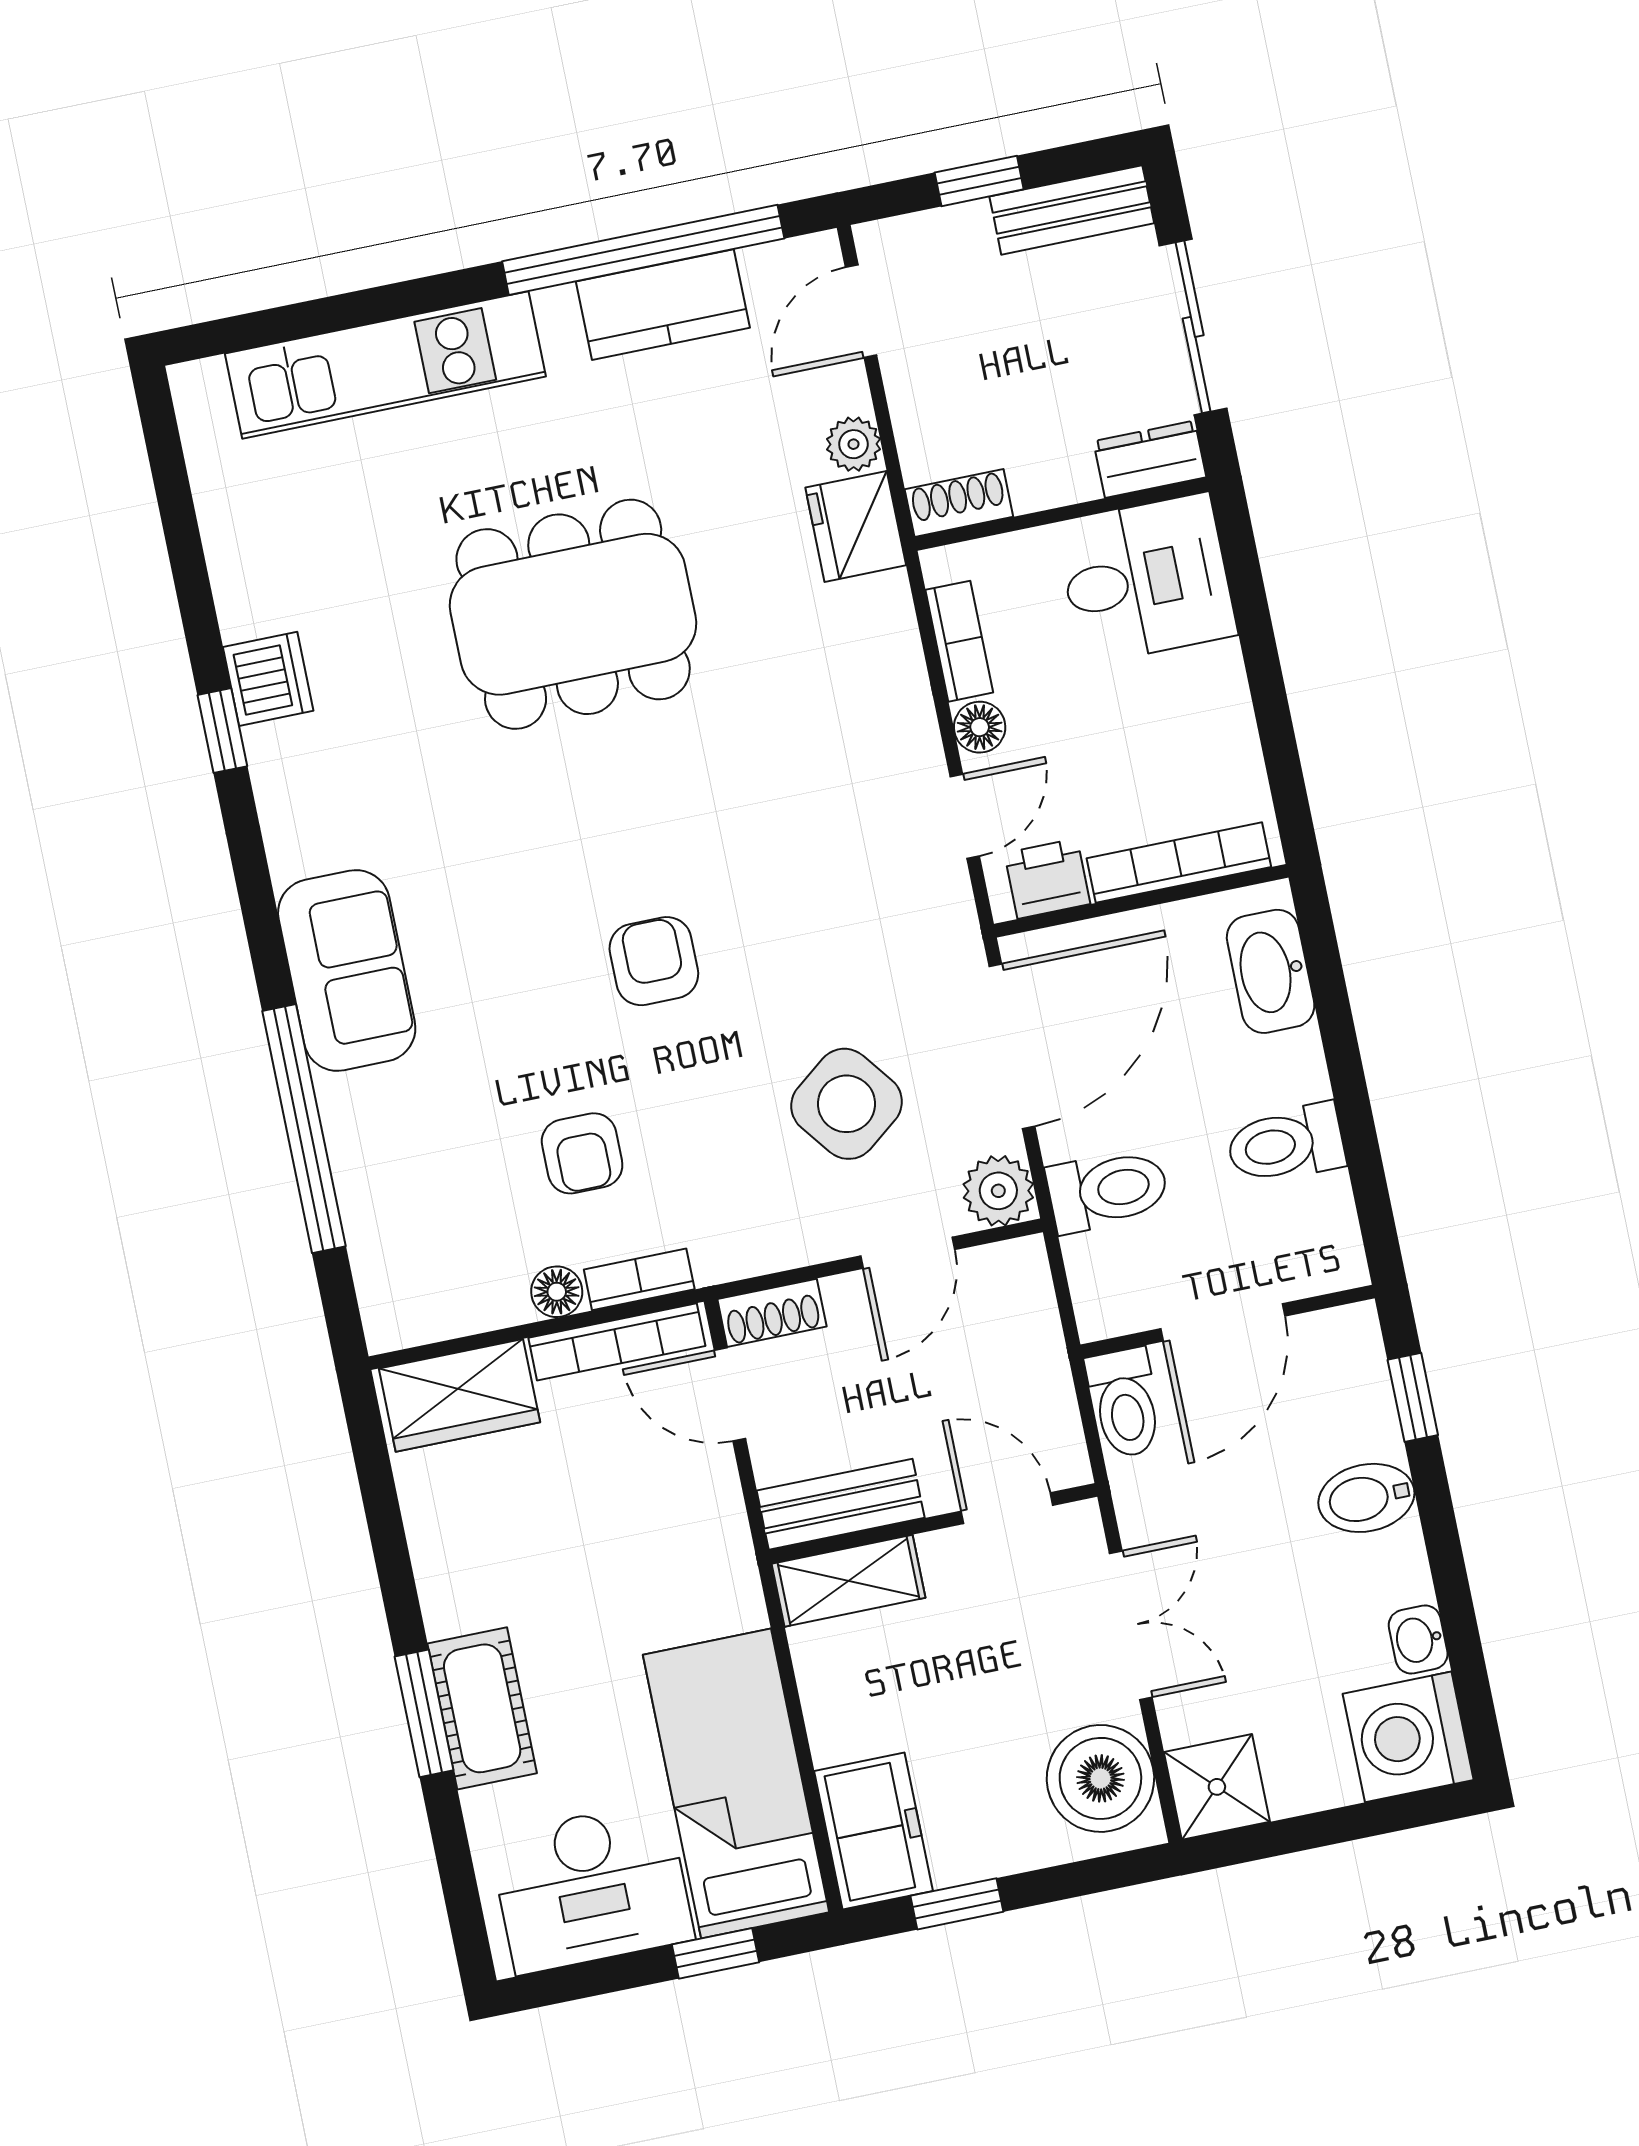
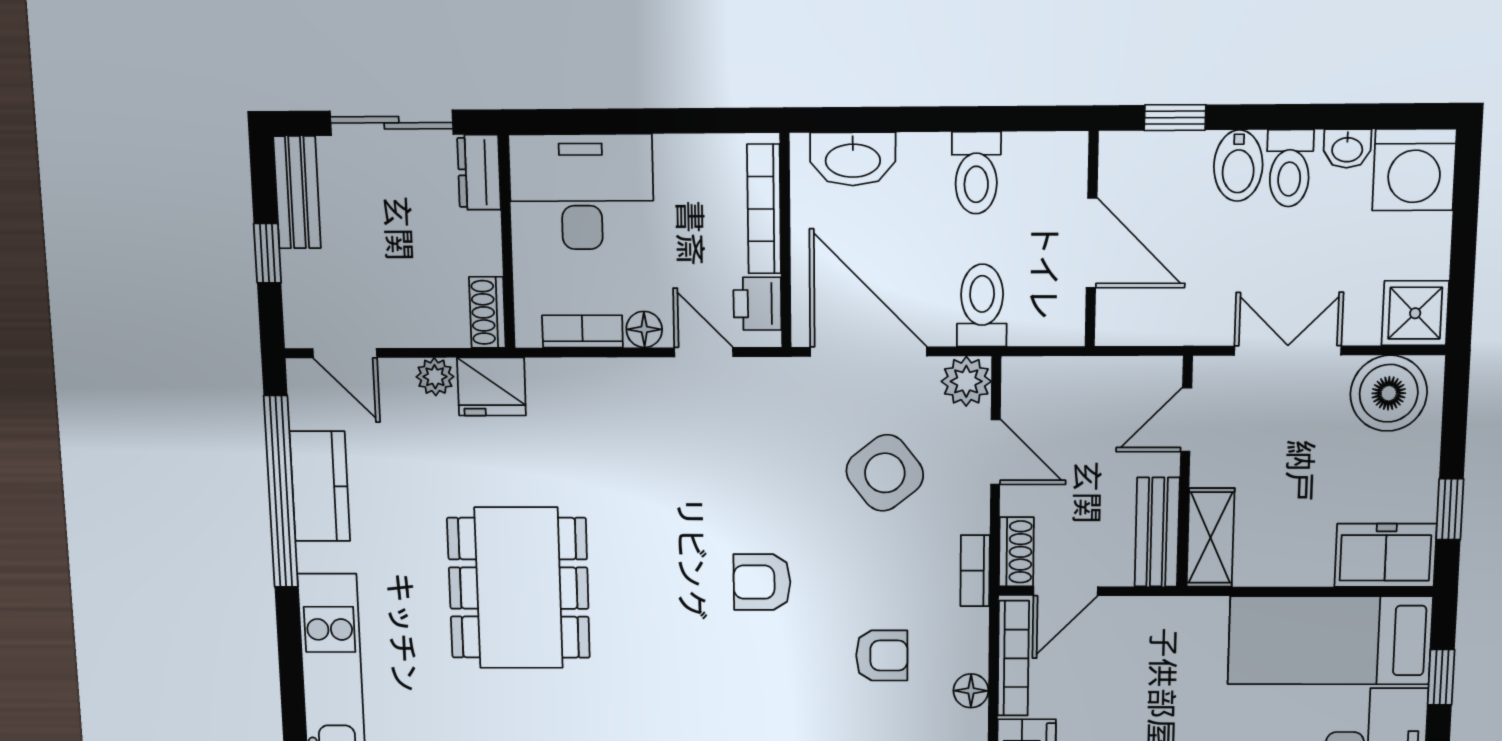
desk: (1146, 579) -> (581, 192), width x1.37
bookcase: (639, 1279) -> (975, 571), moved
toilet: (1125, 1403) -> (1290, 168), moved, turned 90

